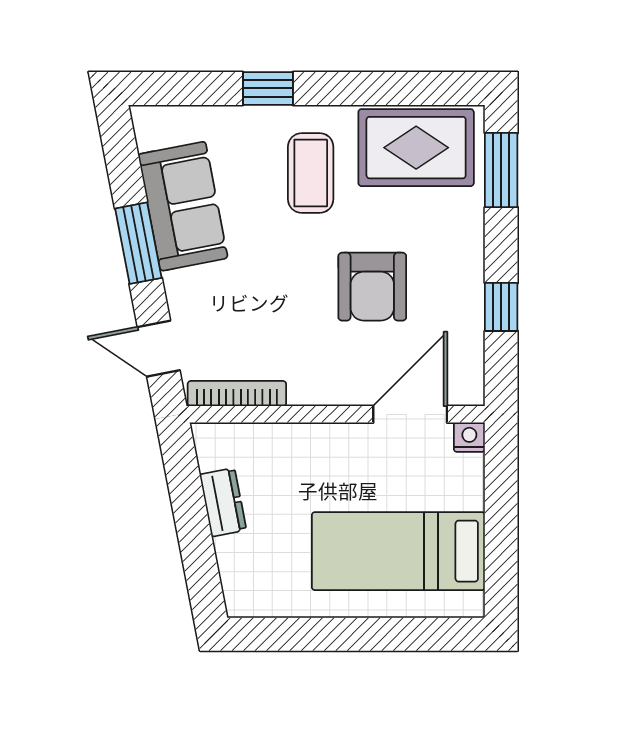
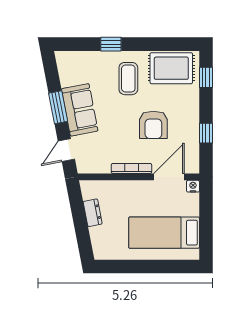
window: (501, 170) -> (206, 77), width x0.67
sofa: (183, 206) -> (80, 110), moved
door: (159, 349) -> (66, 150), hinge flipped
bookcase: (237, 394) -> (131, 168), moved

